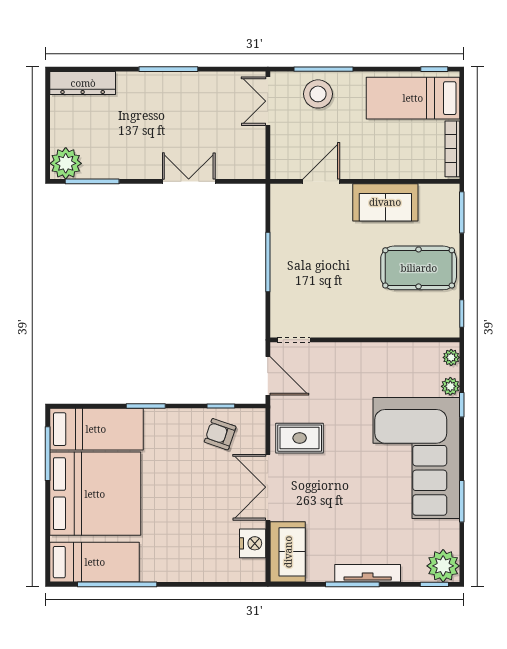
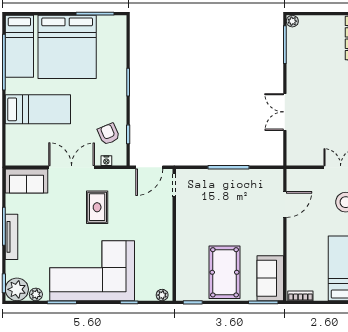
bookcase: (452, 149) -> (300, 296), width x0.64
plant: (66, 163) -> (292, 21), width x0.53, depth x0.53
double door: (189, 181) -> (285, 112), swing flipped
door: (321, 181) -> (285, 204), hinge flipped
sofa: (385, 202) -> (270, 278), moved
plant: (450, 386) -> (36, 294), moved
bed: (96, 429) -> (38, 109), moved, turned -90
armchair: (220, 434) -> (109, 134), turned -42
rug: (300, 438) -> (97, 207), moved
nightstand: (253, 543) -> (106, 161), moved, width x0.53, depth x0.56

